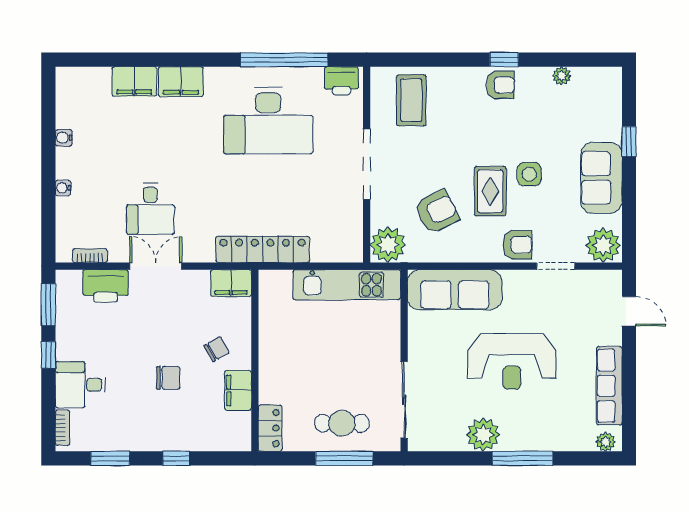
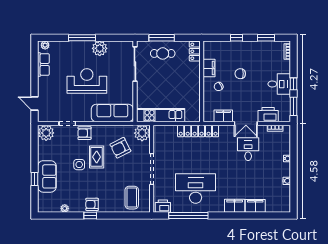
sofa: (601, 178) -> (47, 176), moved
filing cabinet: (231, 283) -> (223, 116), moved
desk: (81, 385) -> (279, 84), moved
row of seats: (609, 386) -> (43, 64), width x0.68

